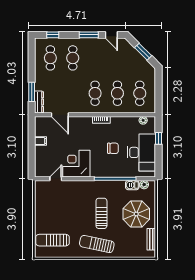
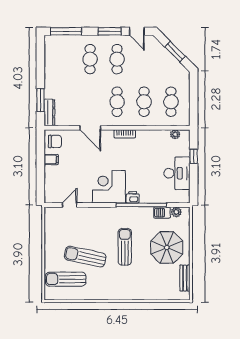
window: (53, 35) -> (66, 31), width x2.17
cafe table: (50, 58) -> (117, 59), moved
door: (60, 115) -> (90, 128), moved
chair: (113, 148) -> (55, 141), moved
desk: (141, 152) -> (177, 173), width x0.73, depth x0.77
corner desk: (76, 164) -> (109, 187), moved
printer: (108, 172) -> (133, 197), added
sun lounger: (97, 244) -> (85, 257), moved

